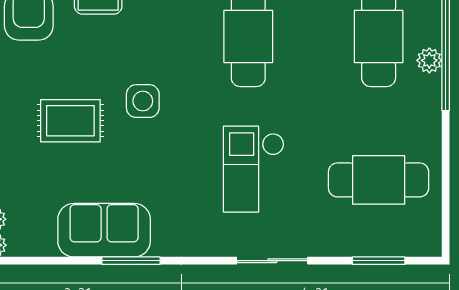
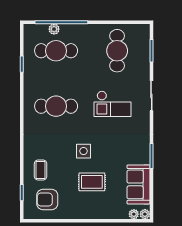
plant: (429, 60) -> (54, 29), moved
rug: (70, 121) -> (92, 182), turned 90
sofa: (104, 230) -> (138, 184), moved

